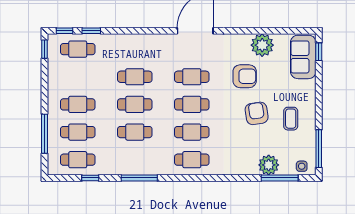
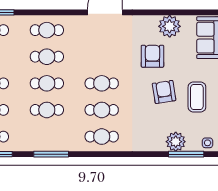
armchair: (245, 76) -> (152, 56), turned -90
cafe table: (192, 77) -> (47, 30), moved
coffee table: (291, 119) -> (197, 97), width x1.36, depth x1.30

